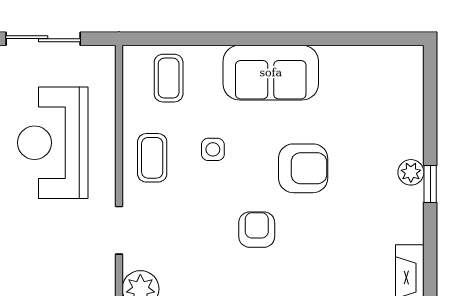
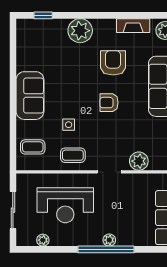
armchair: (303, 168) -> (113, 63), moved
plant: (411, 172) -> (80, 31), width x1.88, depth x1.88
window: (430, 184) -> (43, 15), moved

